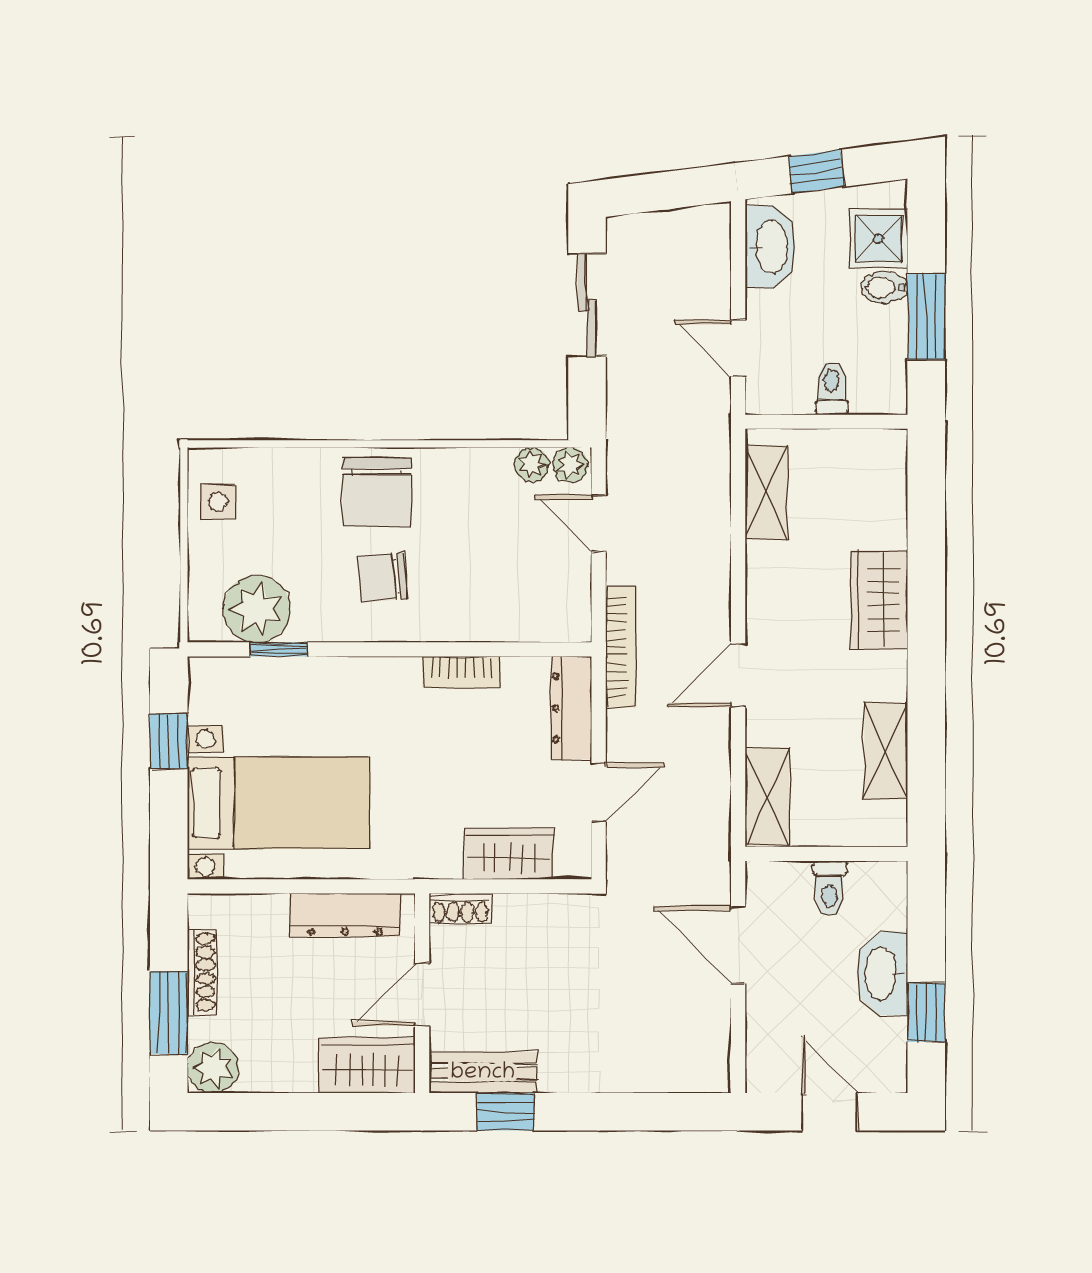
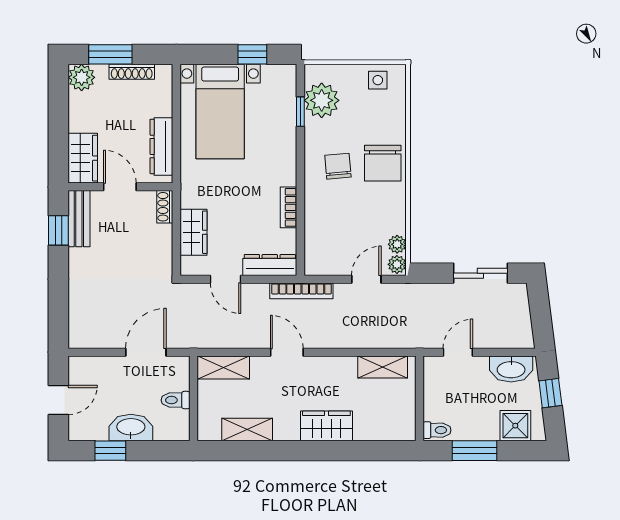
bidet: (884, 287) -> (490, 429), removed
toilet: (831, 388) -> (437, 430), moved
chair: (377, 492) -> (383, 163), turned -90

